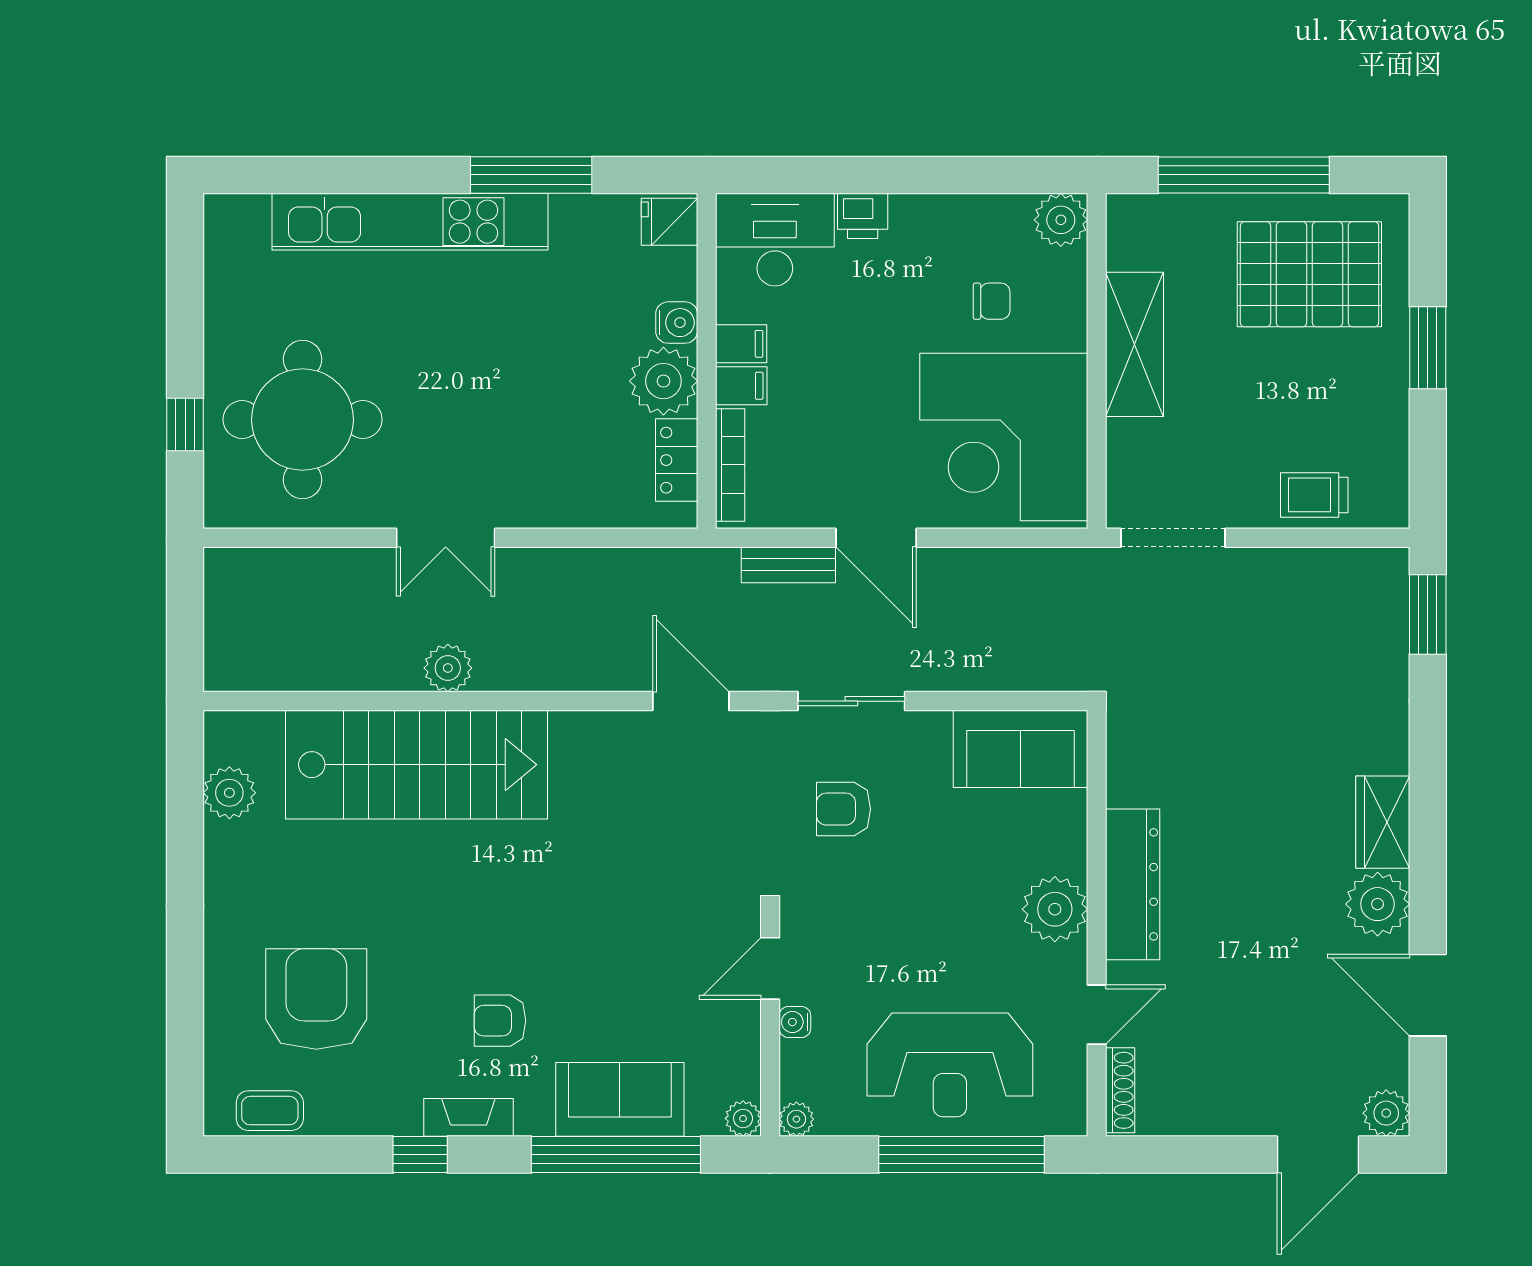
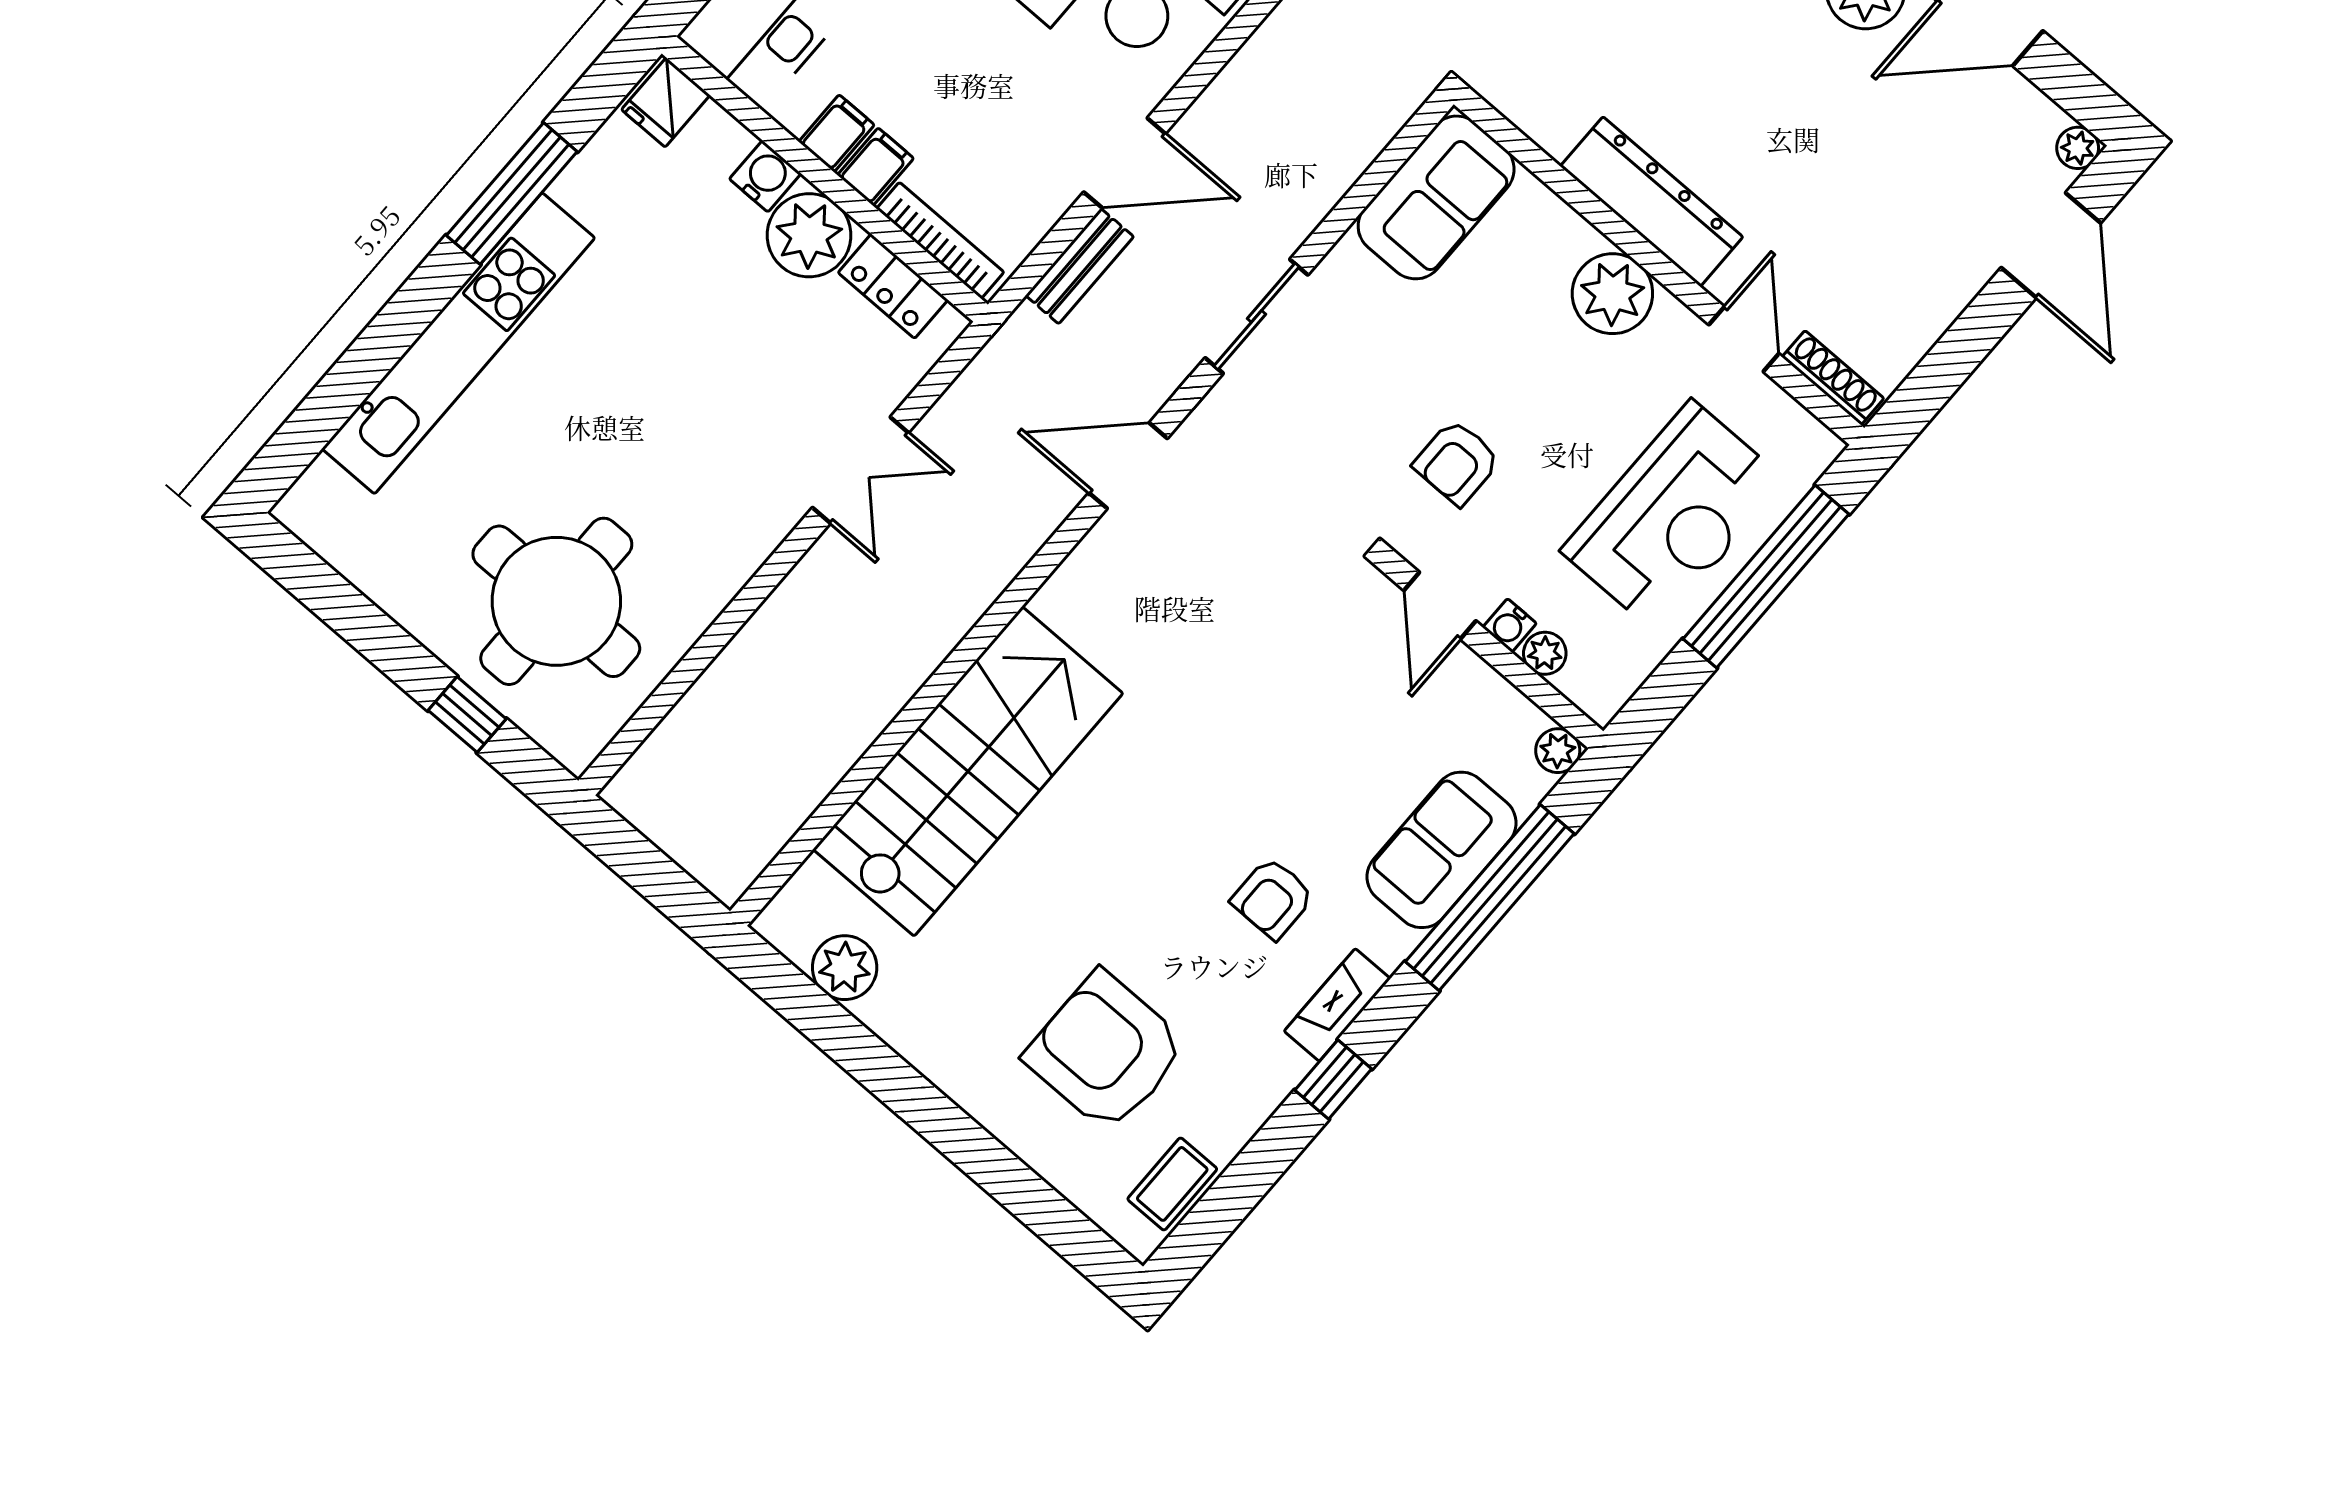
double door: (446, 538) -> (860, 470), moved
plant: (448, 668) -> (903, 665), removed
armchair: (843, 809) -> (1457, 462), moved
plant: (1386, 1113) -> (2078, 148), width x0.73, depth x0.73
plant: (796, 1119) -> (1545, 653), moved

